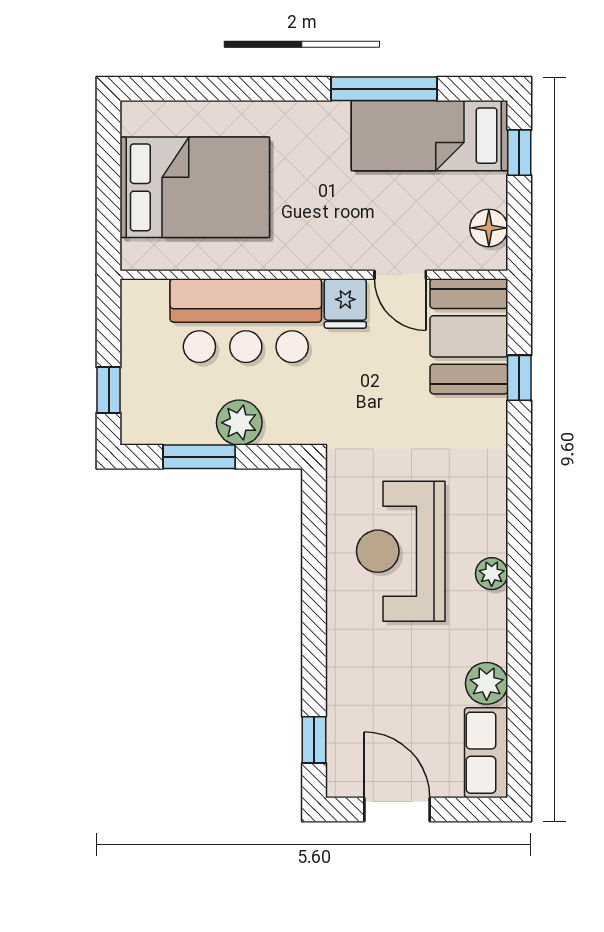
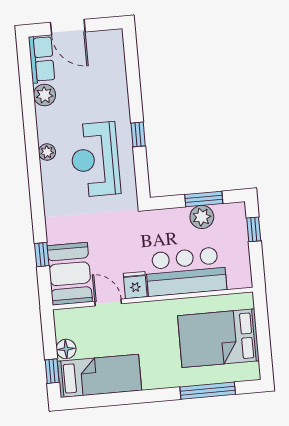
window: (384, 89) -> (208, 391), moved
floor lamp: (489, 228) -> (66, 349), moved
plant: (239, 423) -> (202, 217), moved
reception desk: (401, 551) -> (95, 159), turned 180
window: (314, 740) -> (138, 134), moved
door: (397, 809) -> (68, 27), moved

